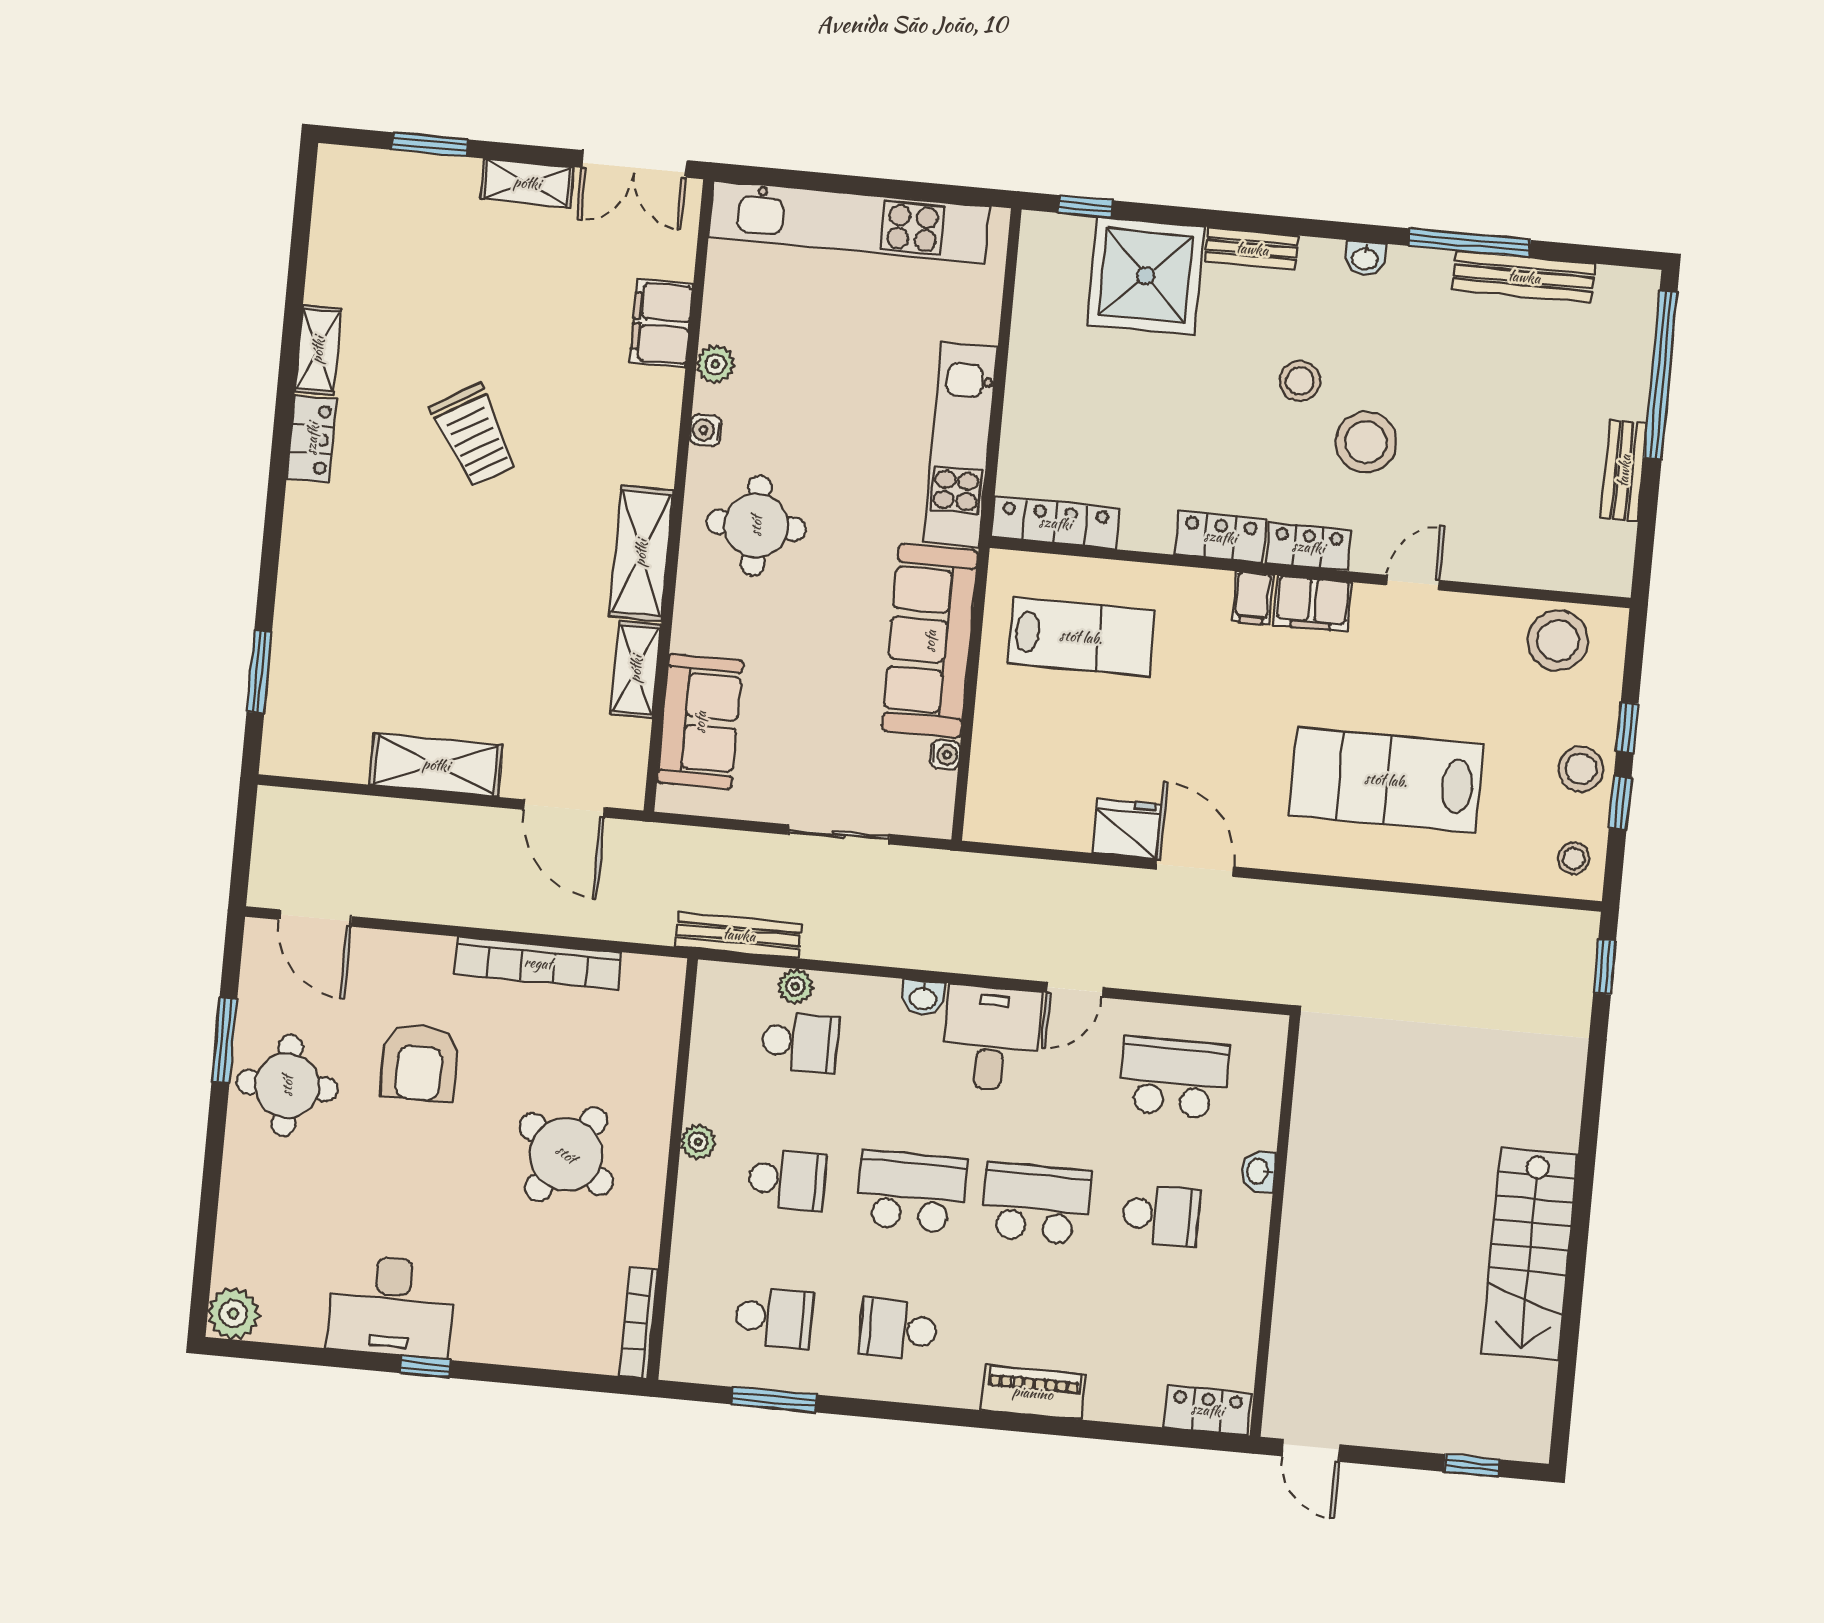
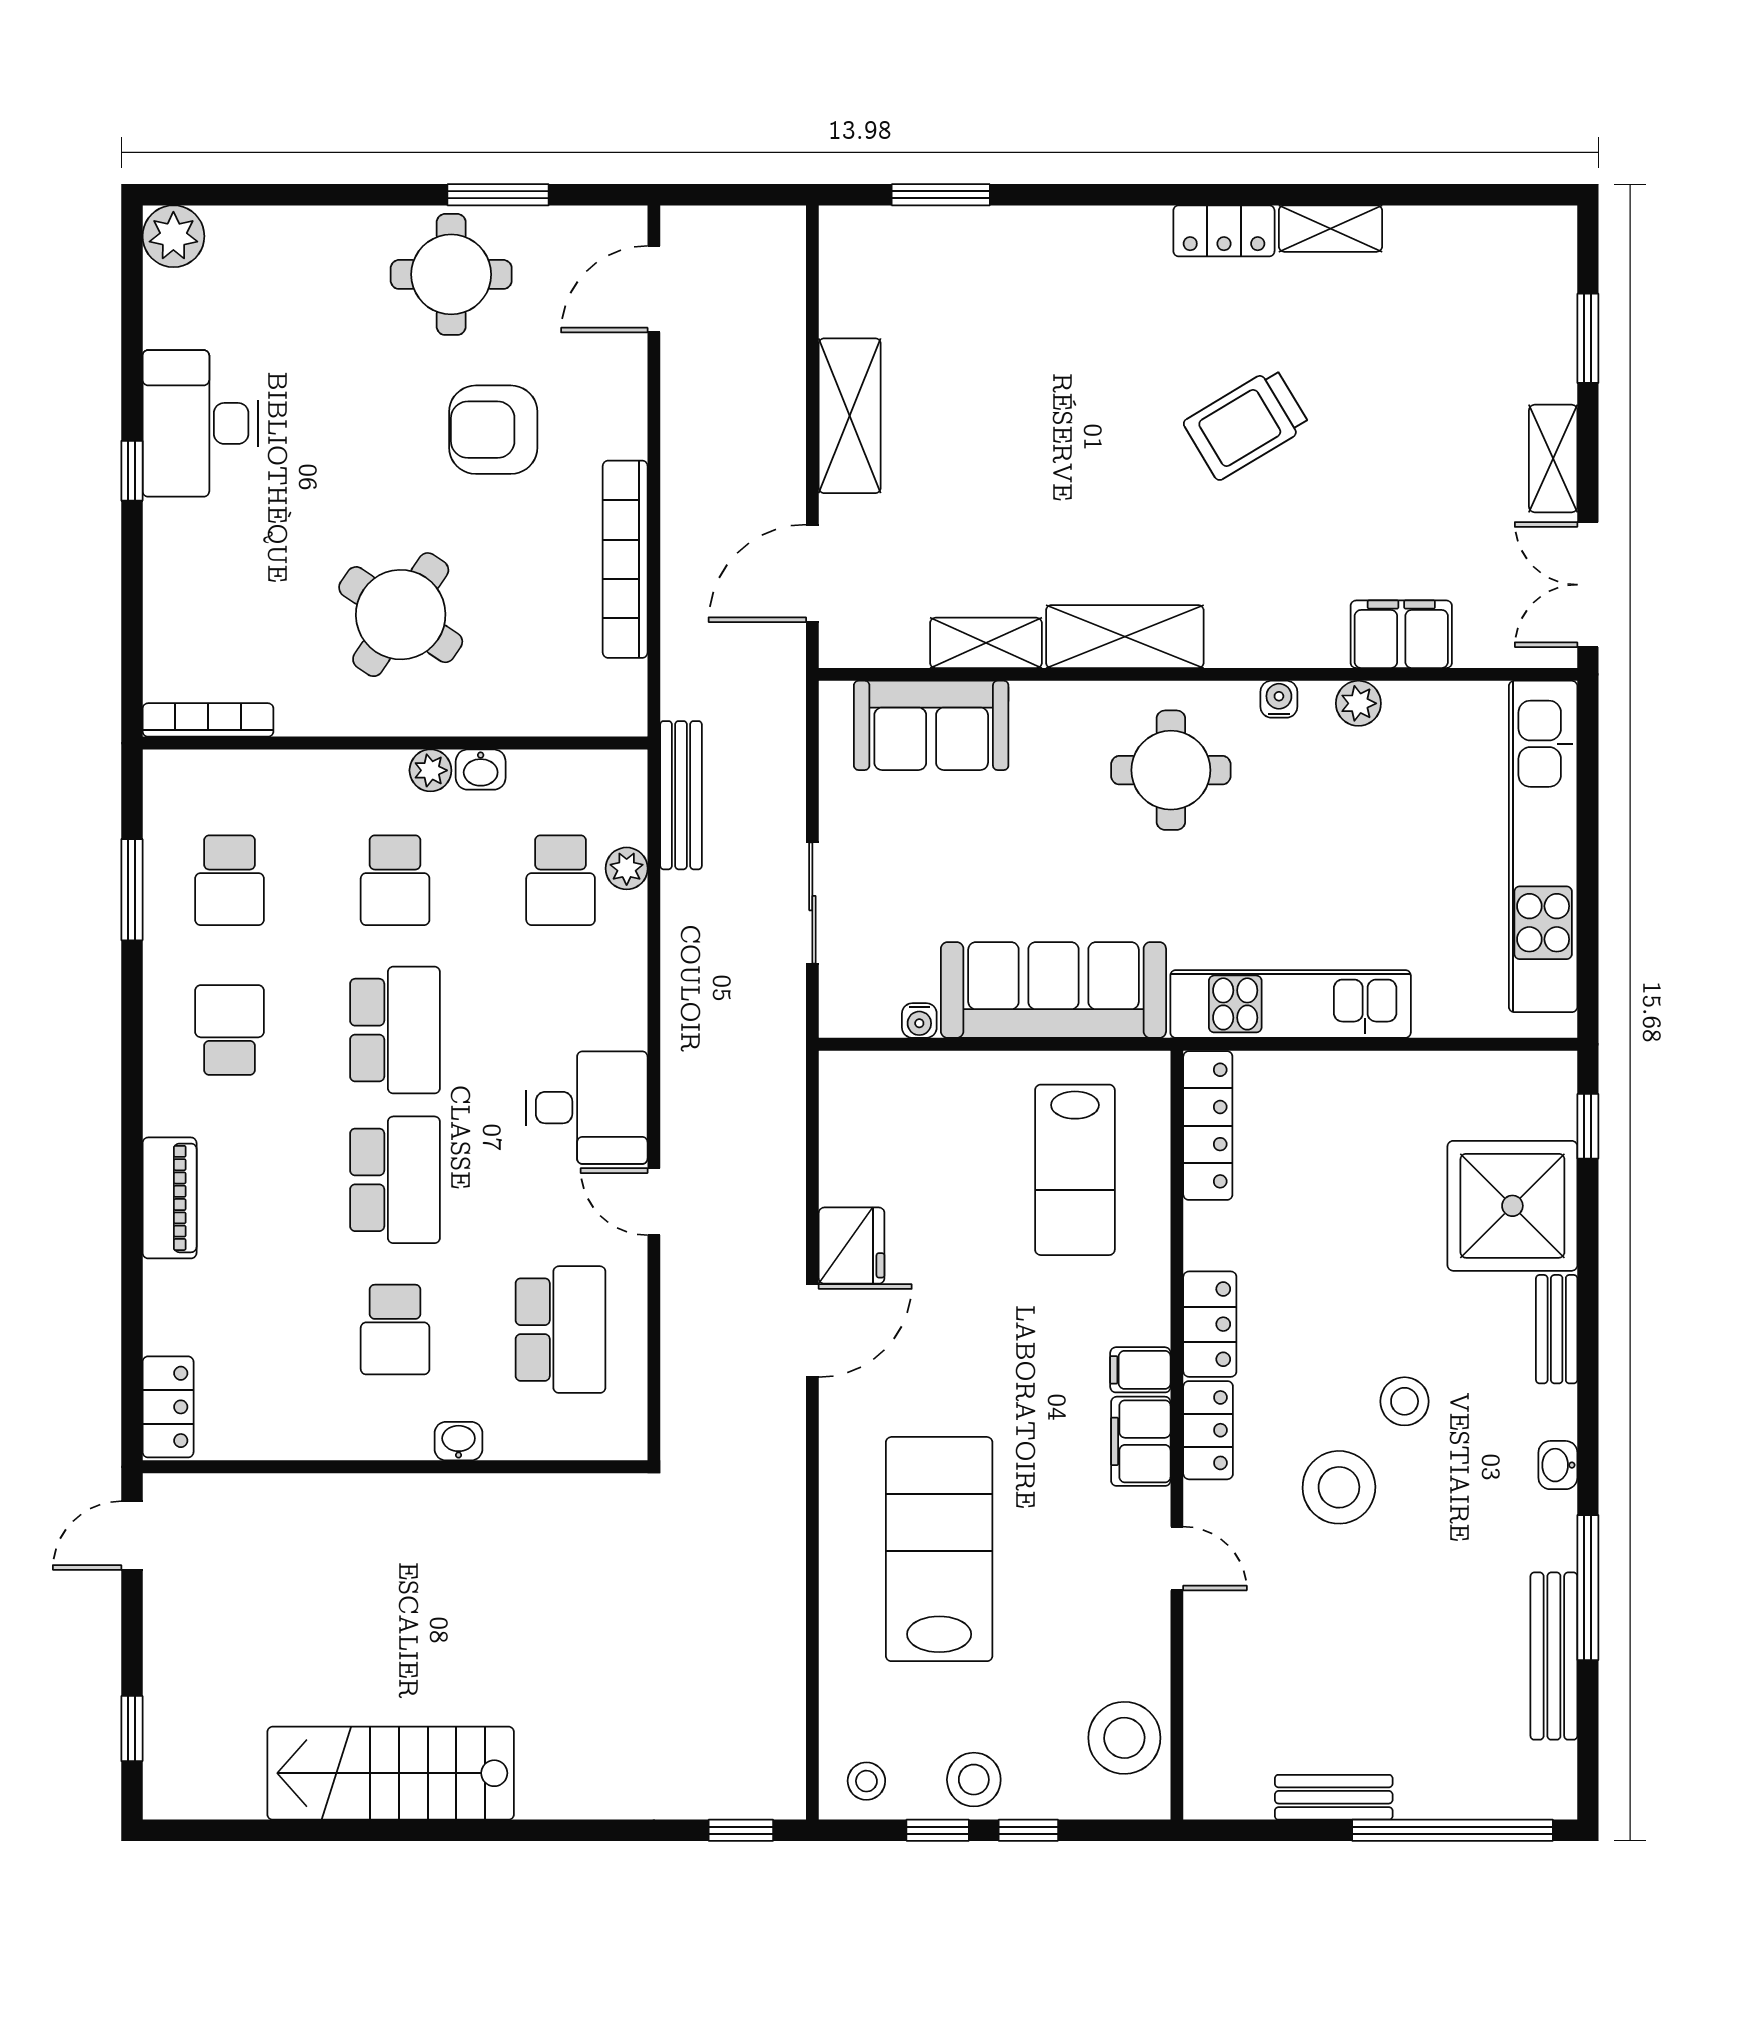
washbasin: (923, 998) -> (481, 770), moved, turned -90

